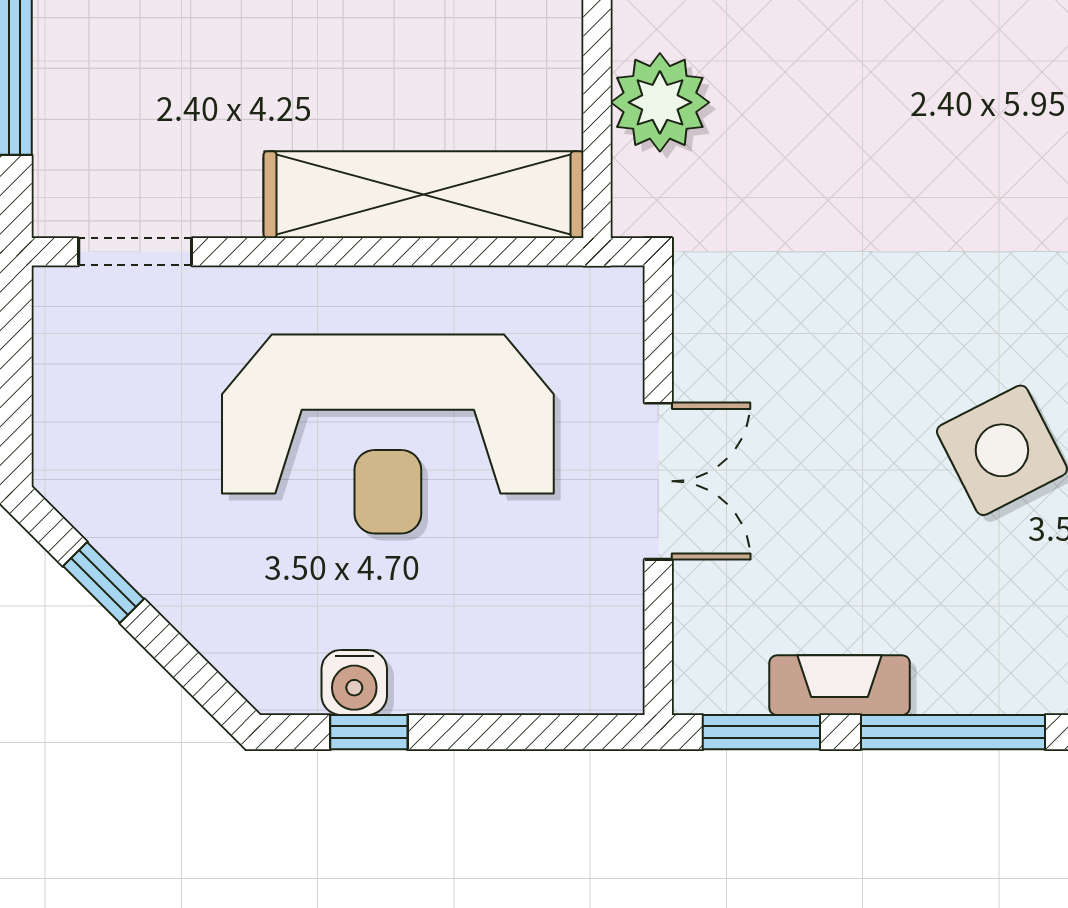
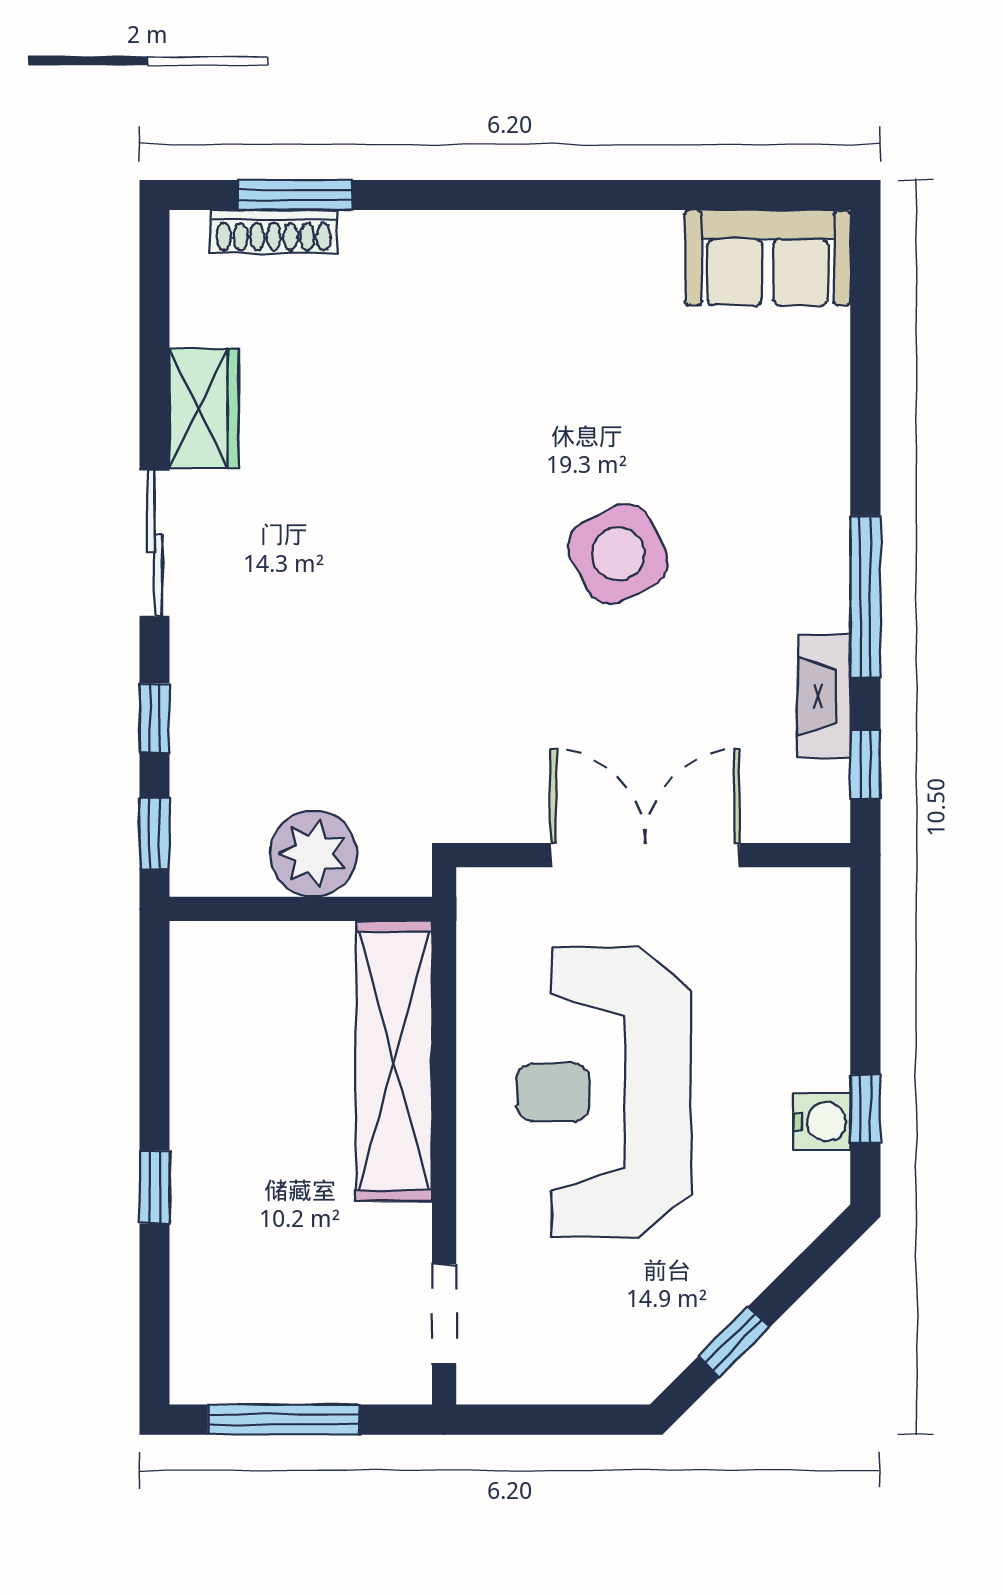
reception desk: (388, 434) -> (604, 1092), turned 180
double door: (658, 481) -> (645, 855), width x1.37
window: (761, 732) -> (865, 765), width x0.67

